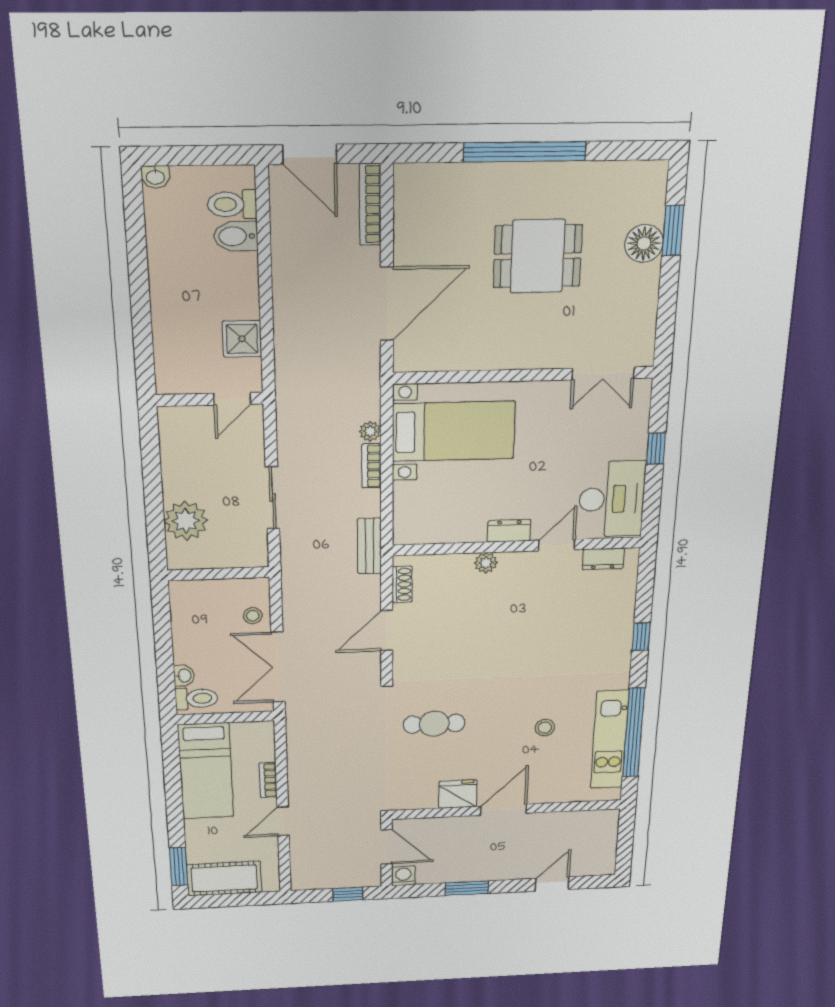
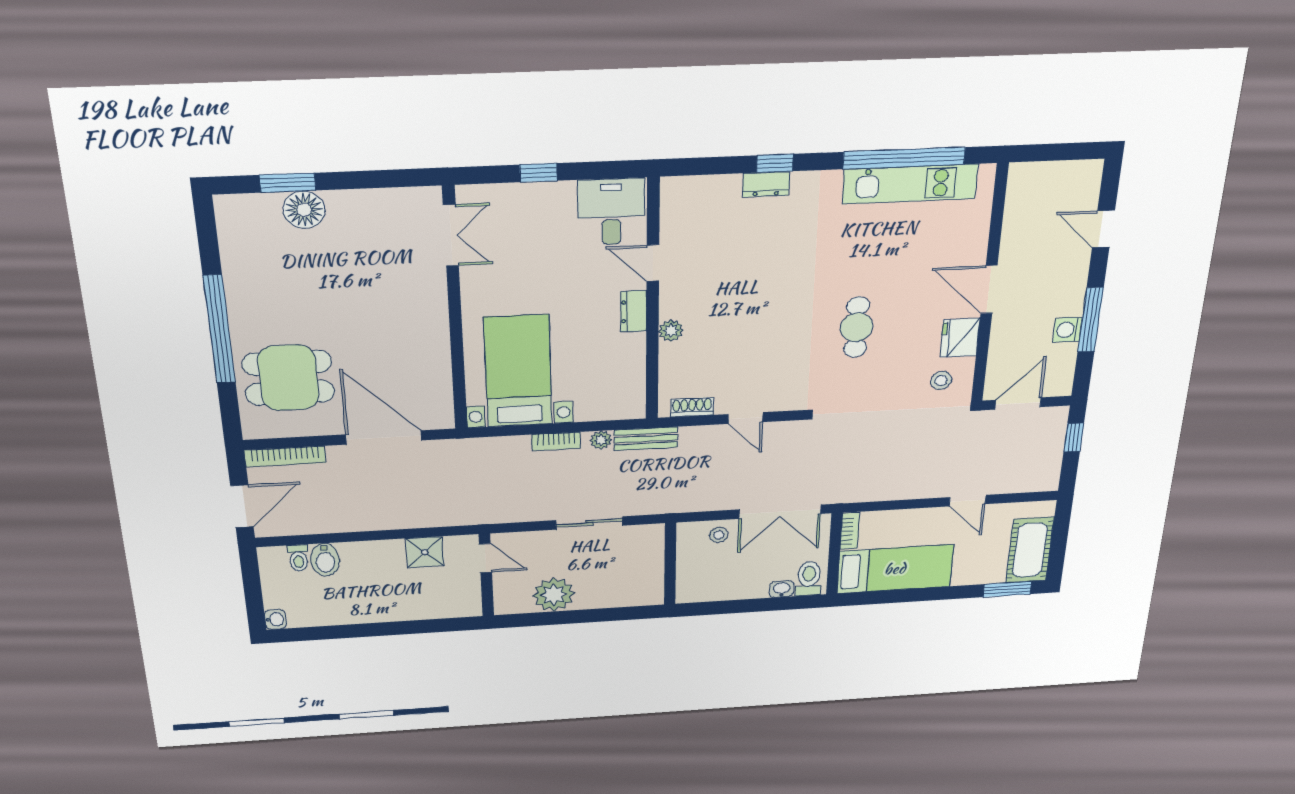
toilet: (232, 204) -> (298, 558), width x0.73, depth x0.72
dining table: (538, 256) -> (288, 378), moved, turned 90
plant: (370, 431) -> (601, 440), moved
desk: (612, 499) -> (611, 212), width x0.73
plant: (186, 521) -> (554, 595), moved
dresser: (603, 559) -> (766, 184), moved, turned 90
door: (387, 631) -> (746, 418), width x0.73
cafe table: (434, 724) -> (857, 327), moved
stool: (545, 728) -> (941, 380), moved
bookcase: (268, 780) -> (850, 531), moved, turned -90
washing machine: (403, 876) -> (1068, 330), moved
window: (467, 888) -> (1090, 320), width x1.44

